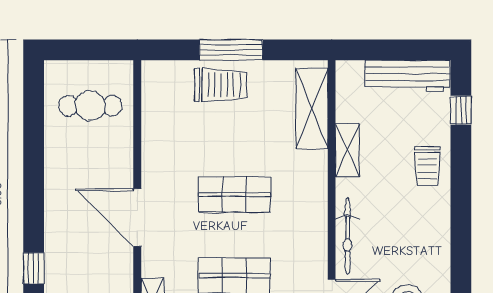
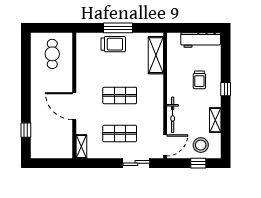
cafe table: (90, 106) -> (52, 54), turned 90
window: (461, 110) -> (226, 89), moved
shelving: (347, 150) -> (215, 120), moved
trolley: (427, 166) -> (199, 80), moved

